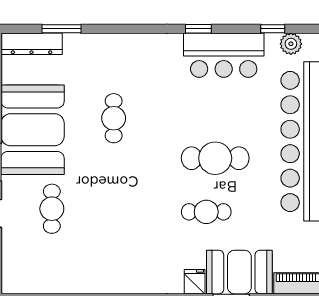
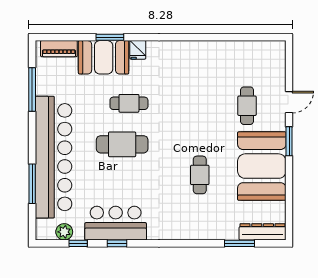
window: (198, 29) -> (117, 243), moved

